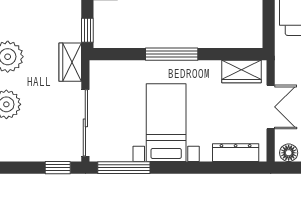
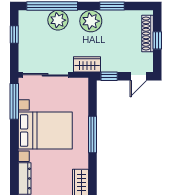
bed with nightstands: (166, 123) -> (45, 131), width x1.36
window: (58, 168) -> (14, 34), moved

